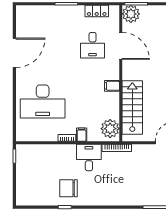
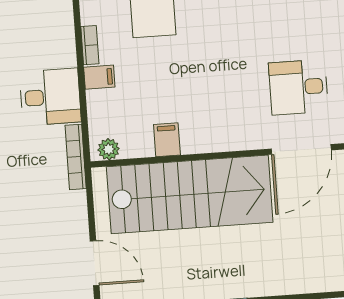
filing cabinet: (112, 86) -> (167, 140), moved
stairs: (132, 107) -> (190, 194), width x1.36, depth x1.51
plant: (110, 129) -> (109, 149), width x0.53, depth x0.53

